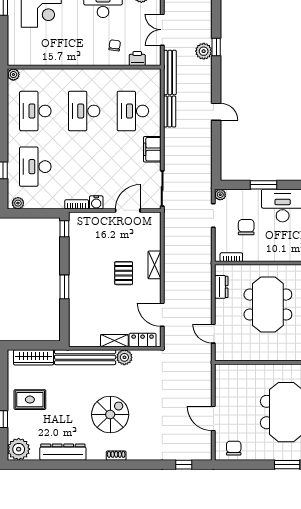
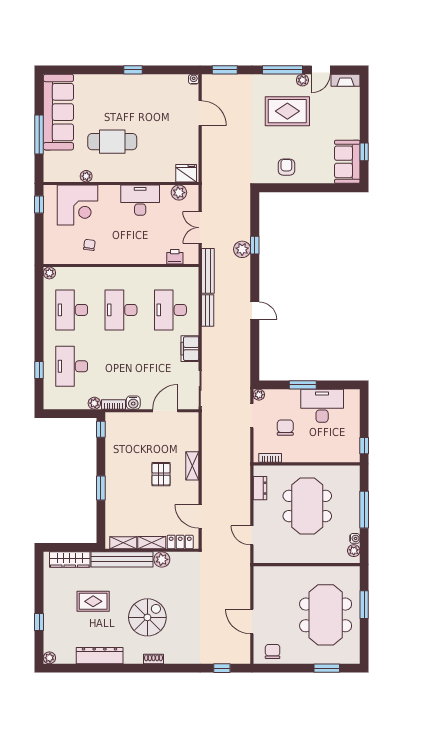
chair: (115, 45) -> (89, 245), moved
plant: (18, 203) -> (94, 403), moved
shelving: (86, 341) -> (123, 543), added
rug: (30, 400) -> (93, 601), moved
plant: (19, 449) -> (49, 658), width x0.53, depth x0.53

